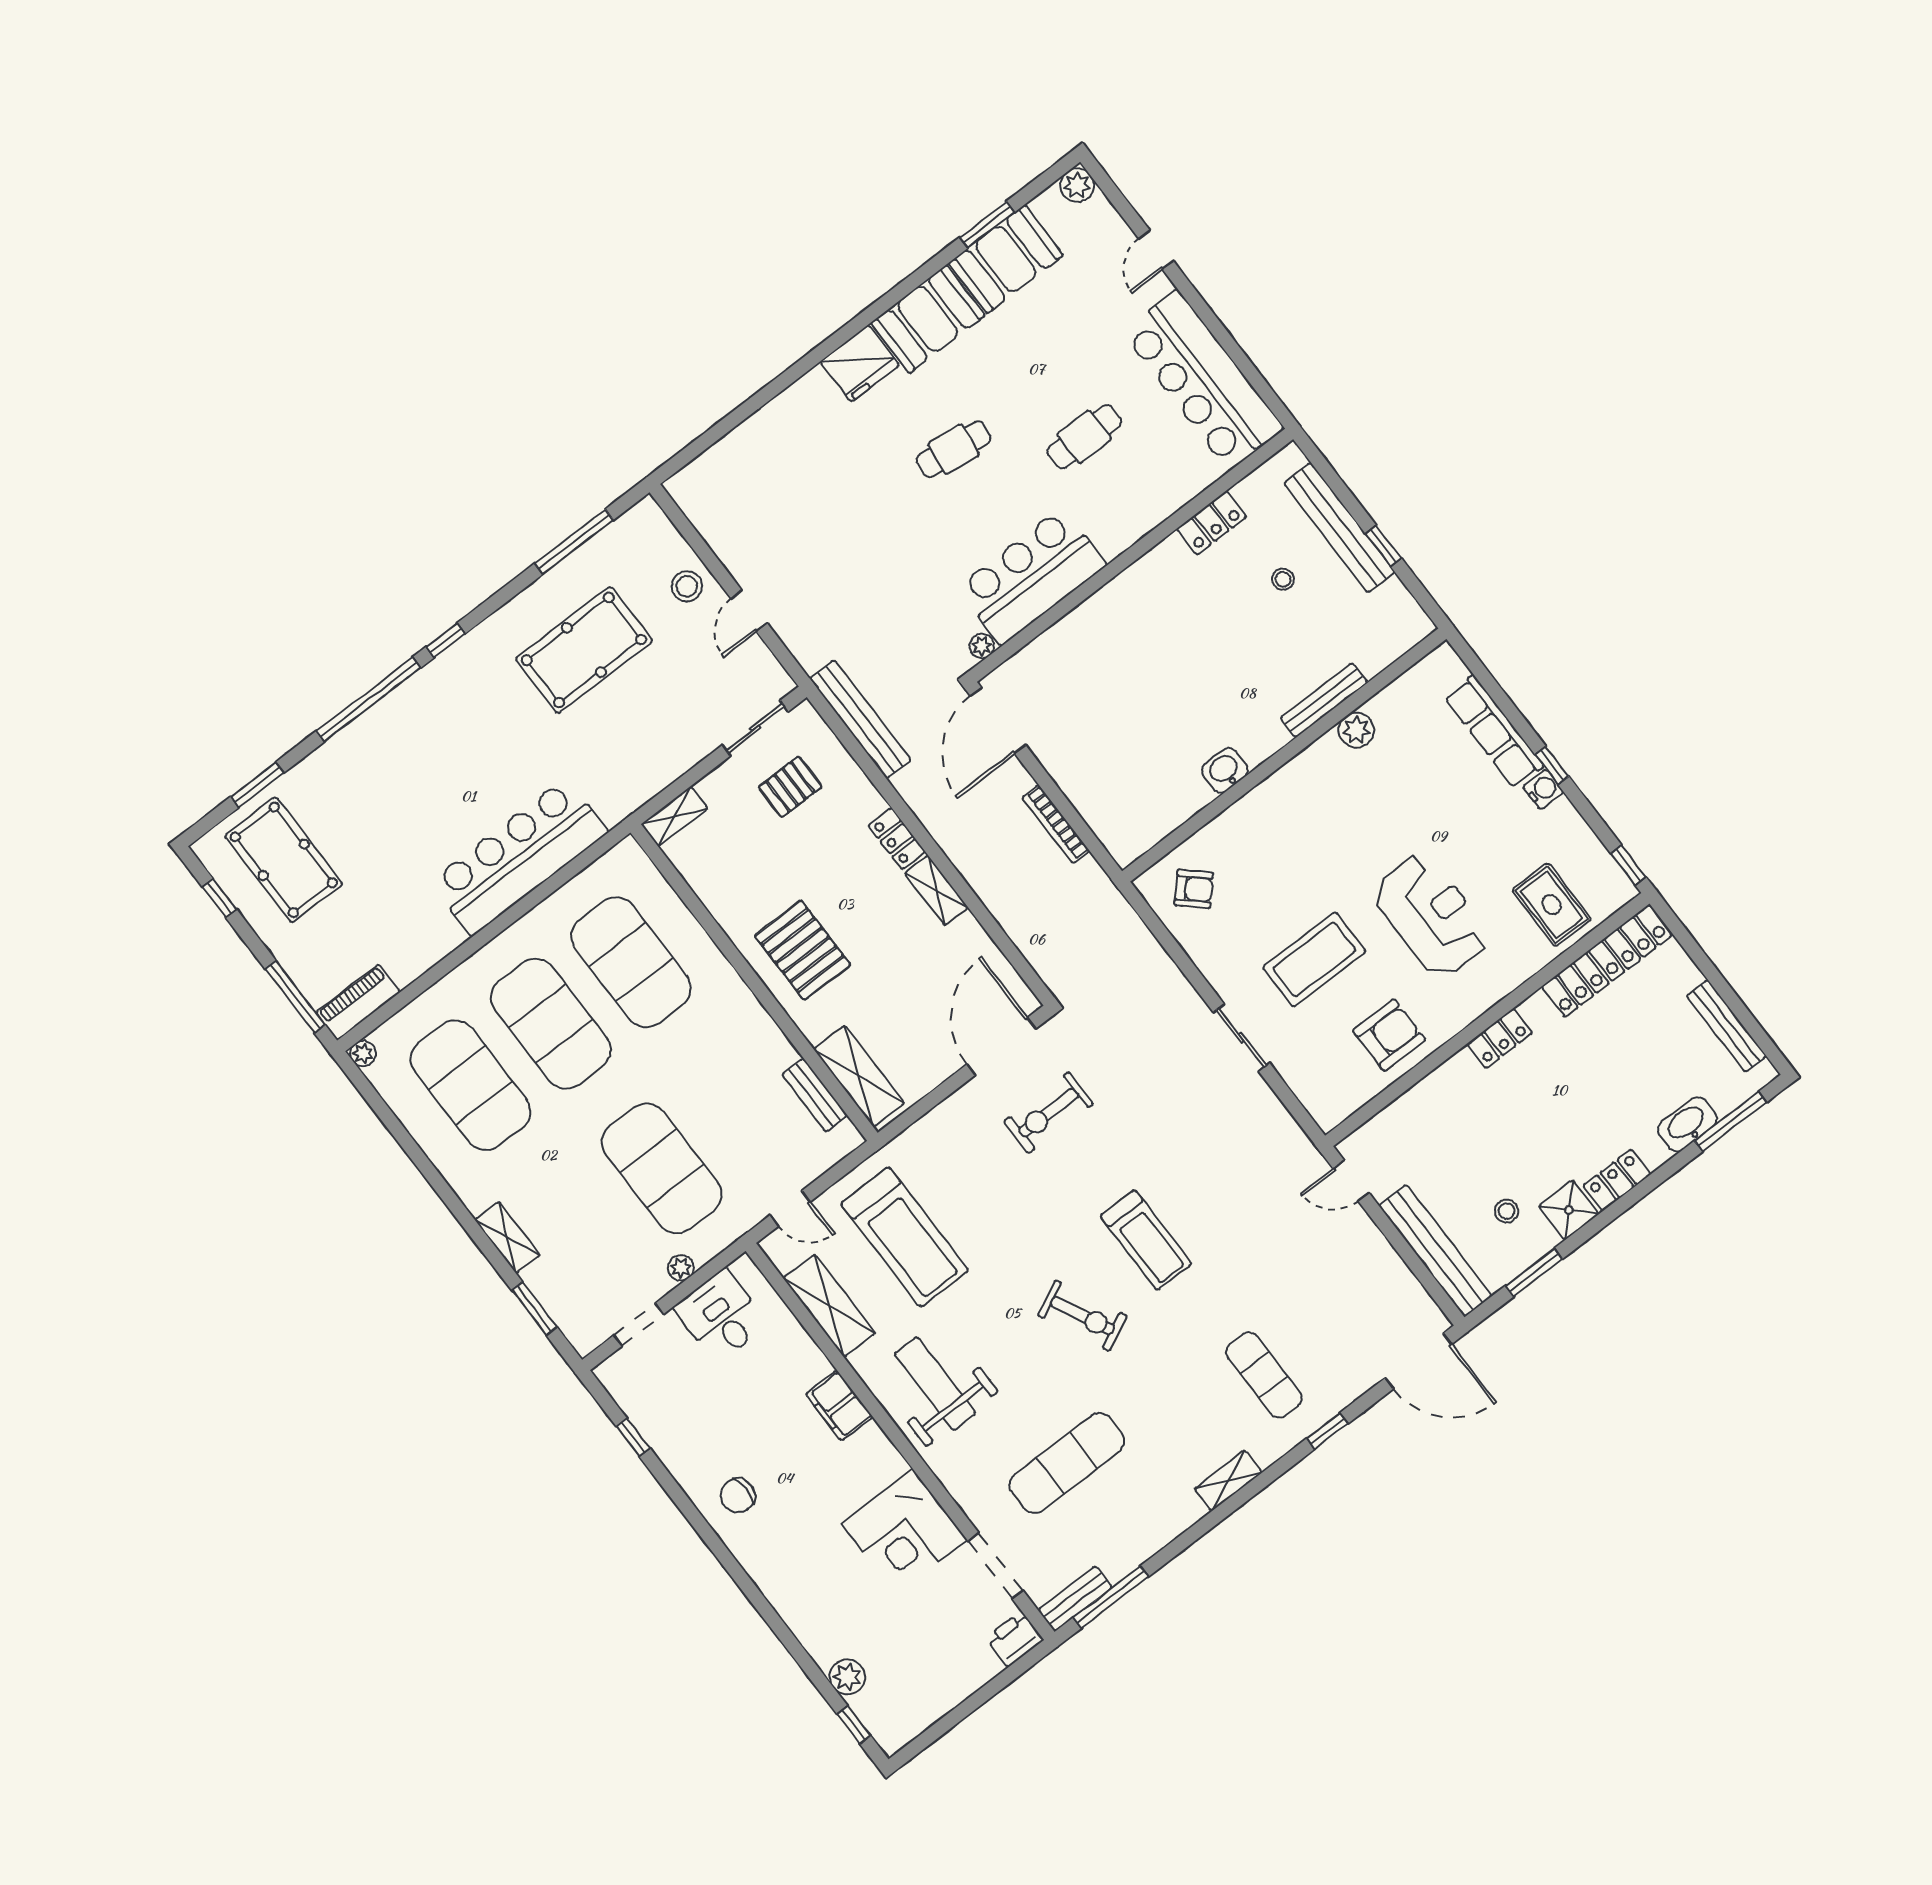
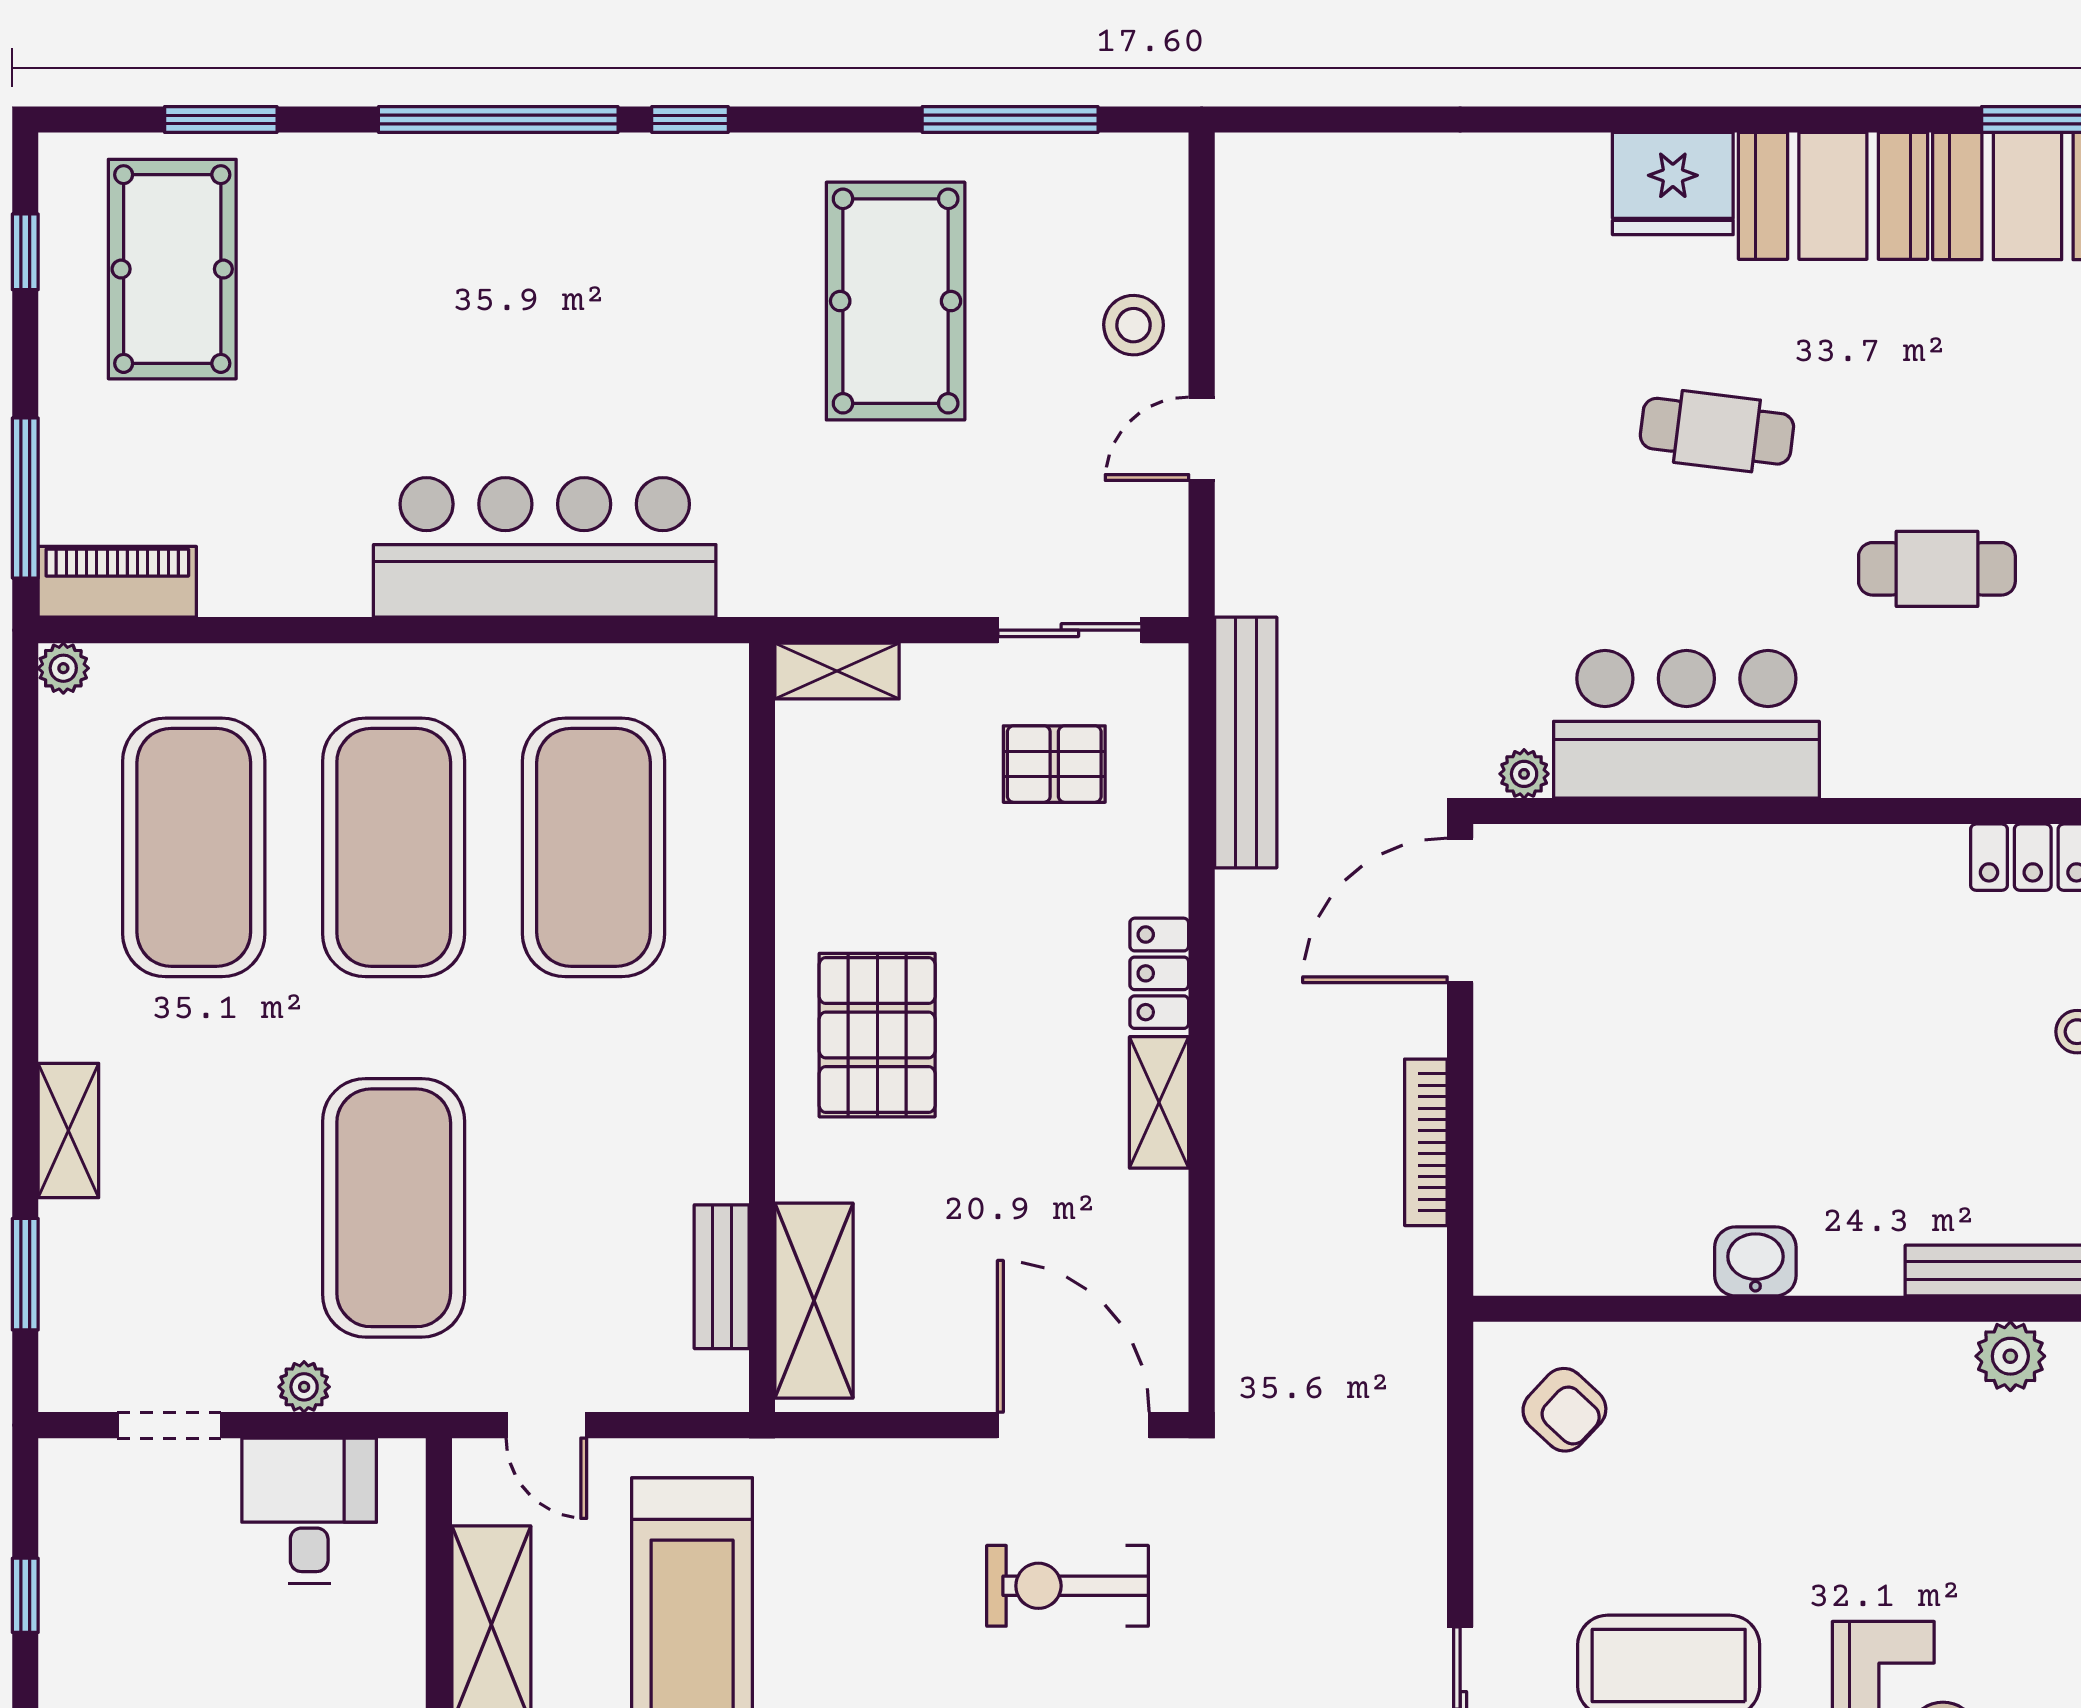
pool table: (584, 650) -> (896, 301), turned 90
door: (1001, 1046) -> (1073, 1425), hinge flipped

